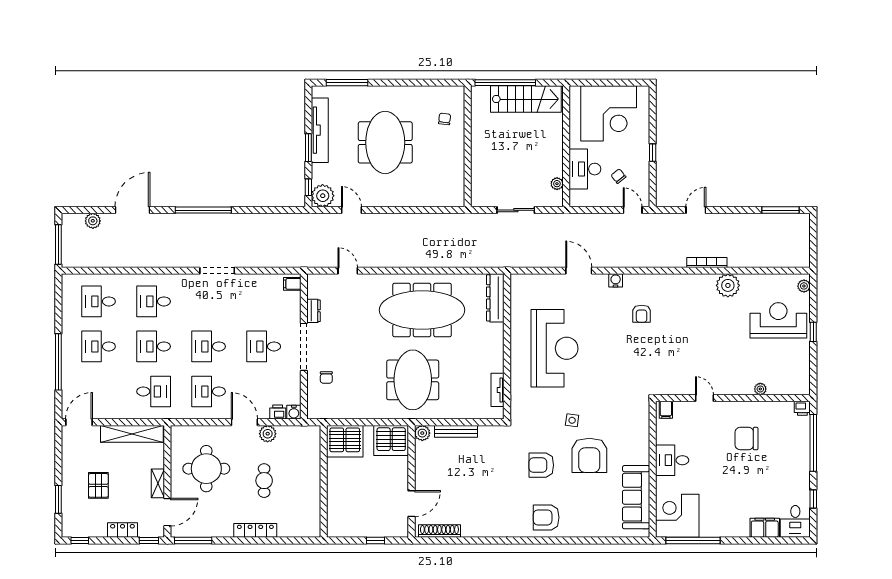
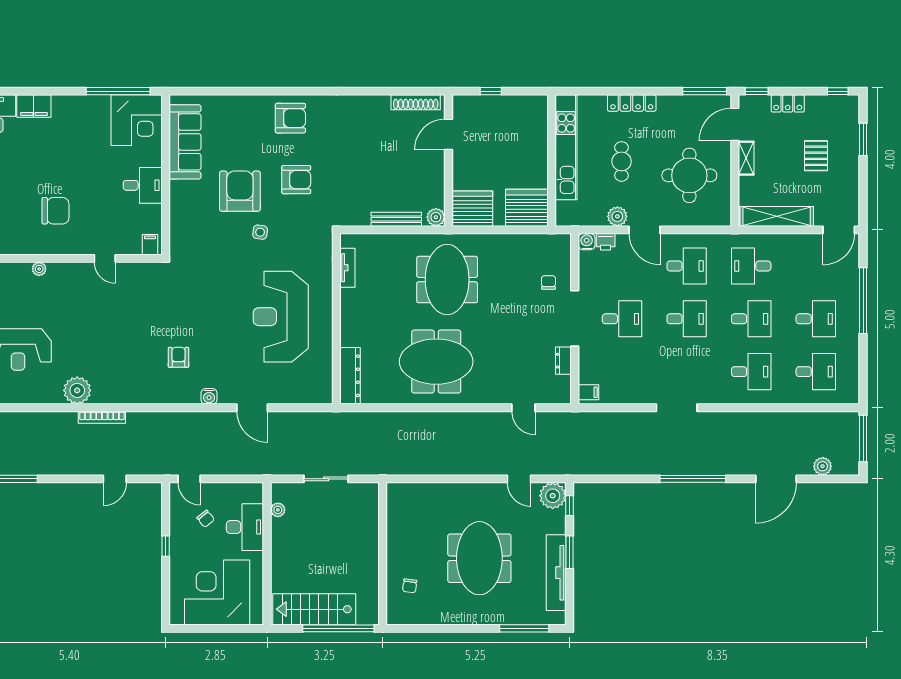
meeting table: (422, 310) -> (436, 362), width x0.73
kitchen unit: (311, 493) -> (566, 147), added

